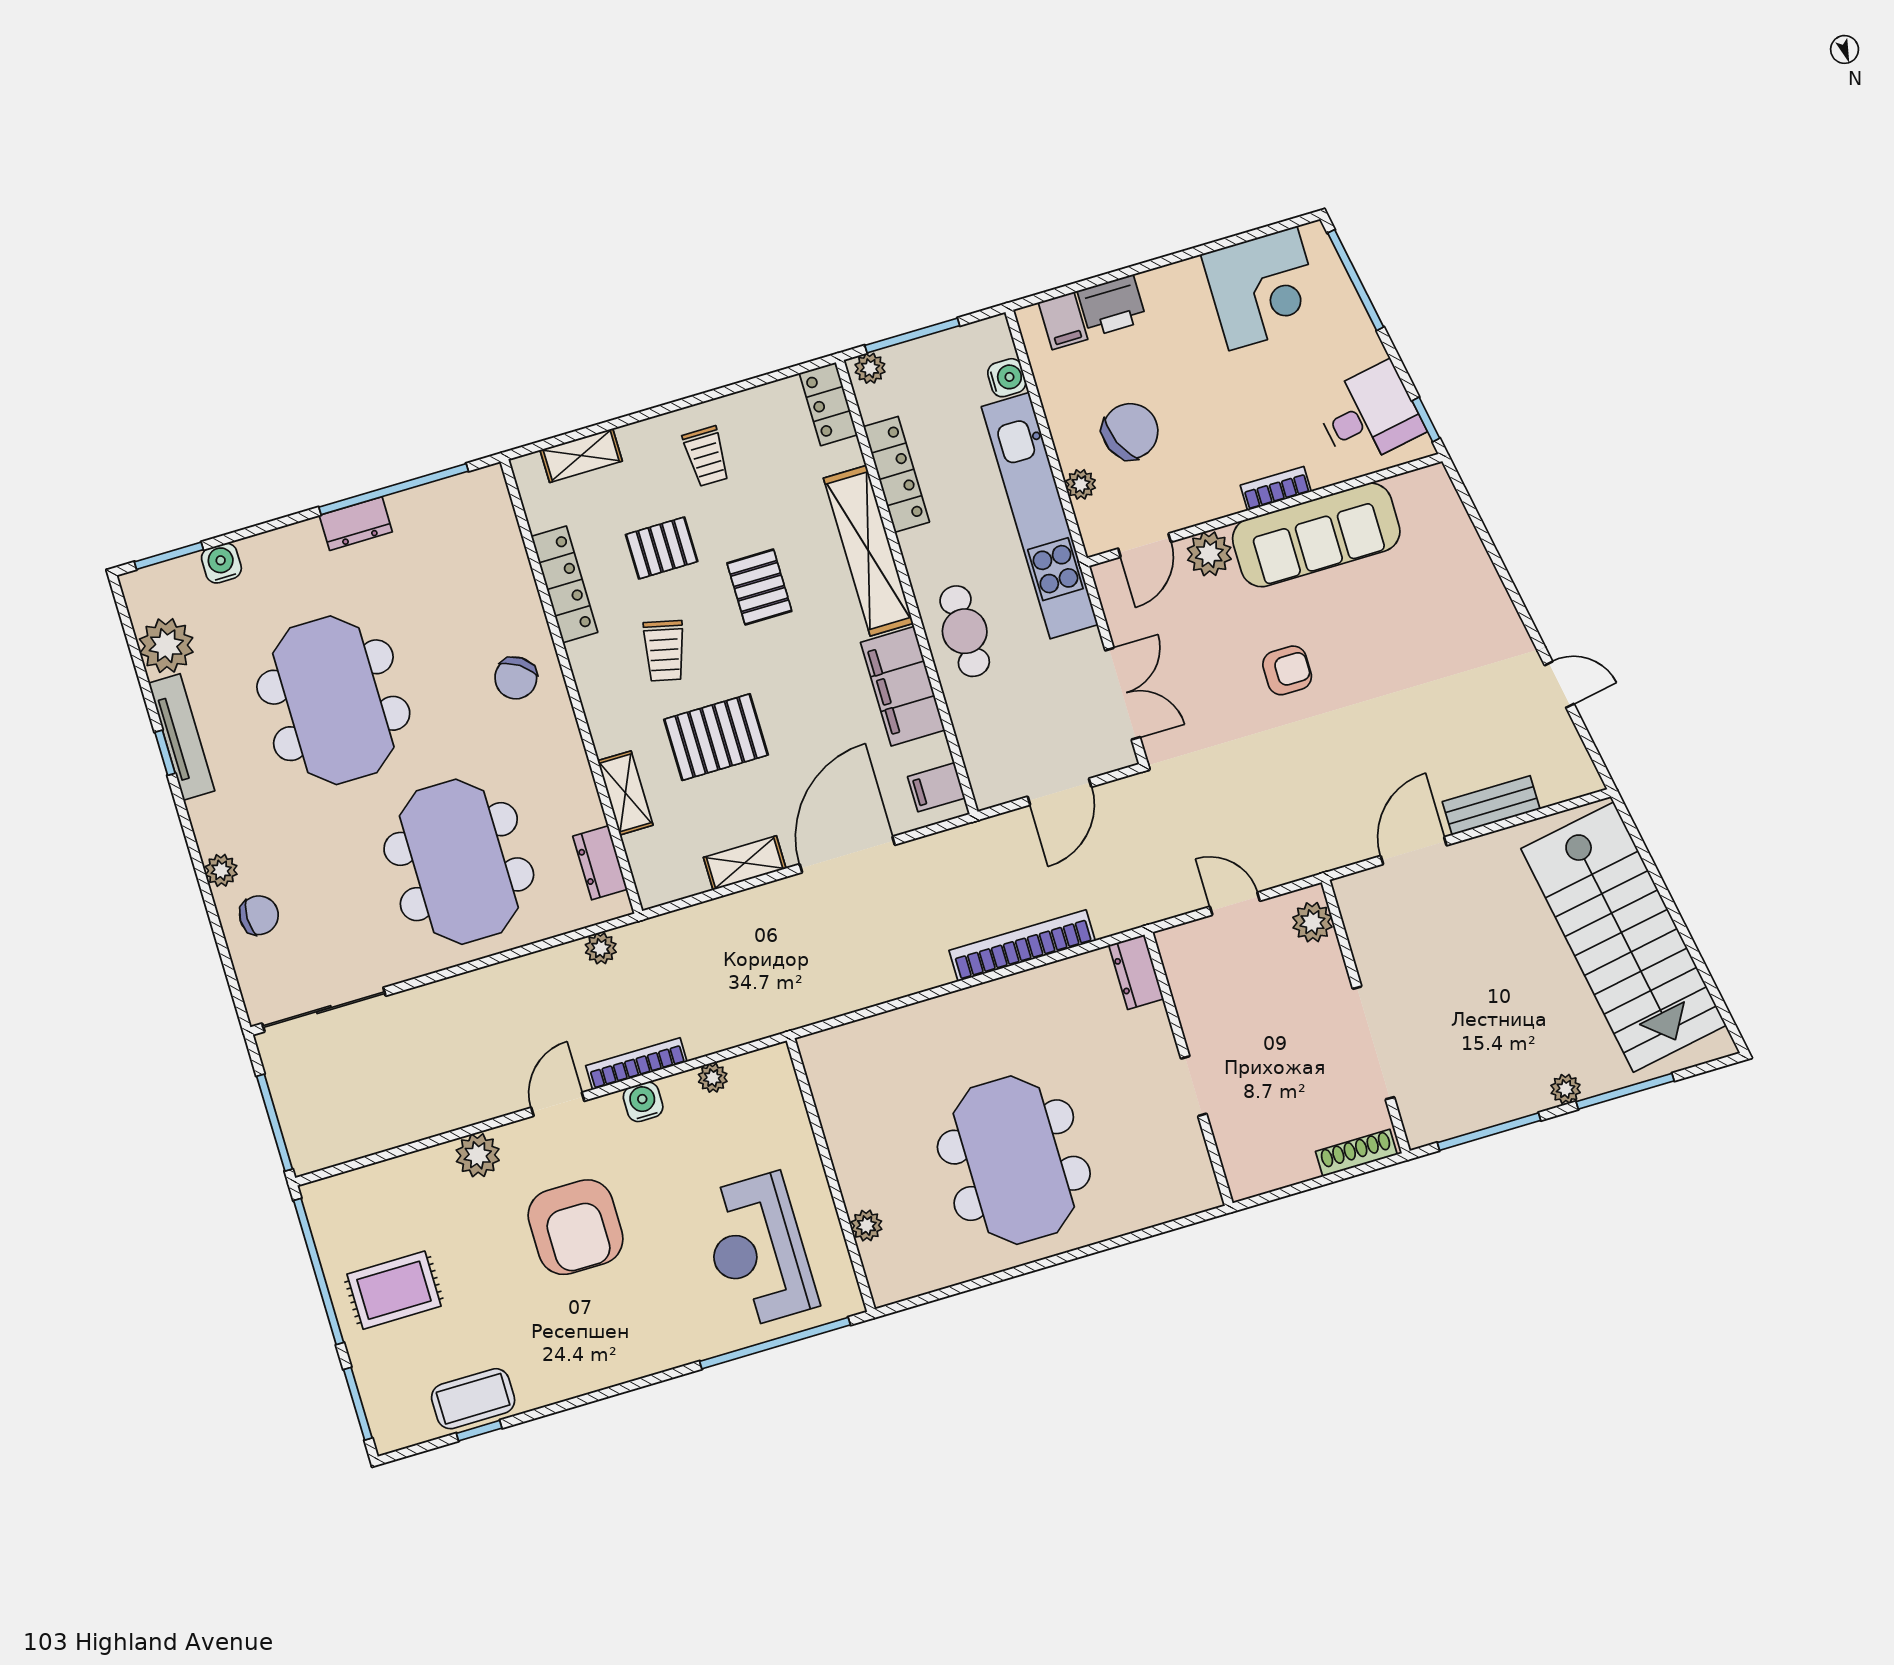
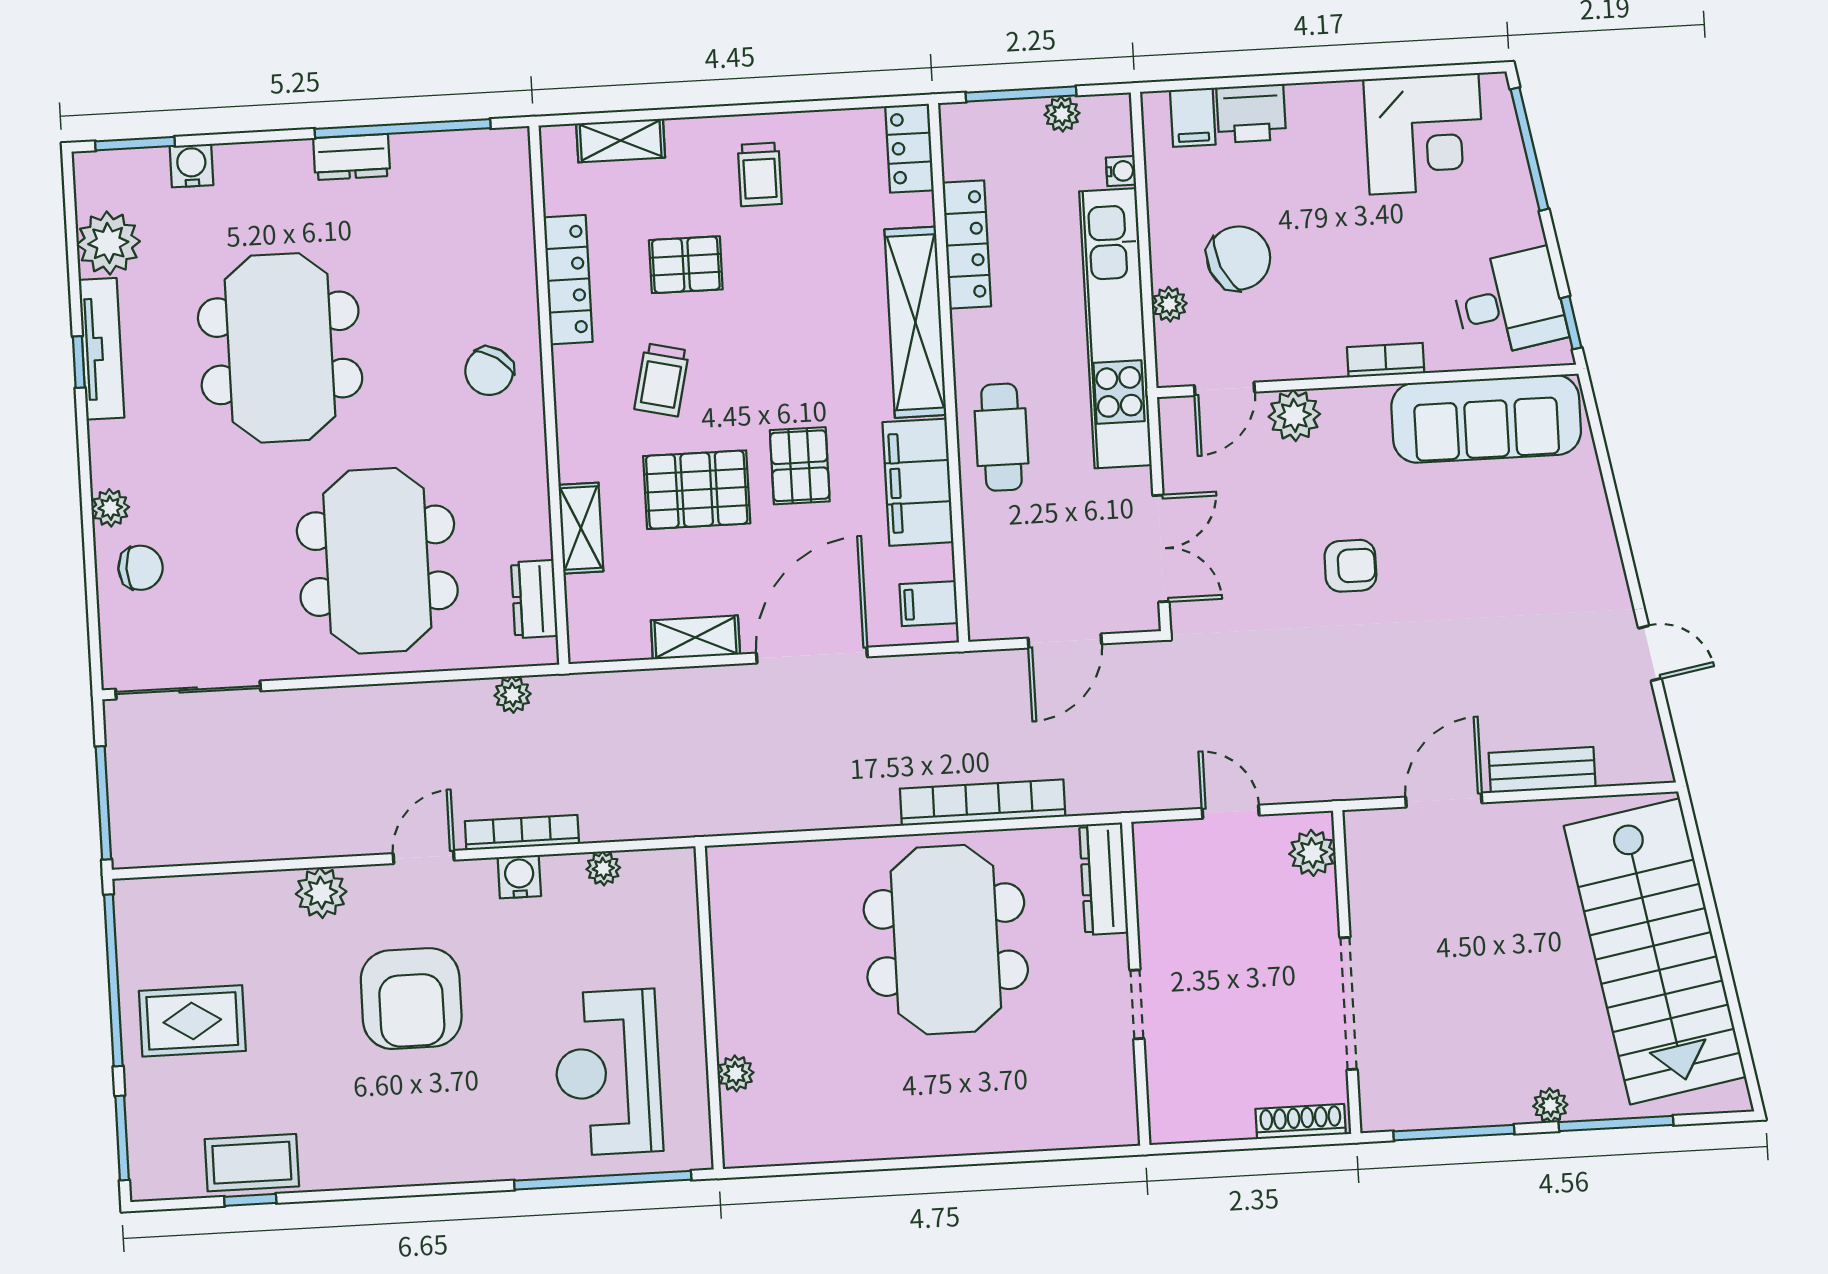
plant: (870, 368) -> (1062, 114), moved
water cooler: (1007, 378) -> (1121, 171), width x0.72, depth x0.72
sofa: (1316, 535) -> (1486, 419), moved
pallet: (759, 587) -> (800, 466), moved
dresser: (1136, 972) -> (1104, 879), width x1.44
meeting table: (1014, 1160) -> (946, 940), moved

